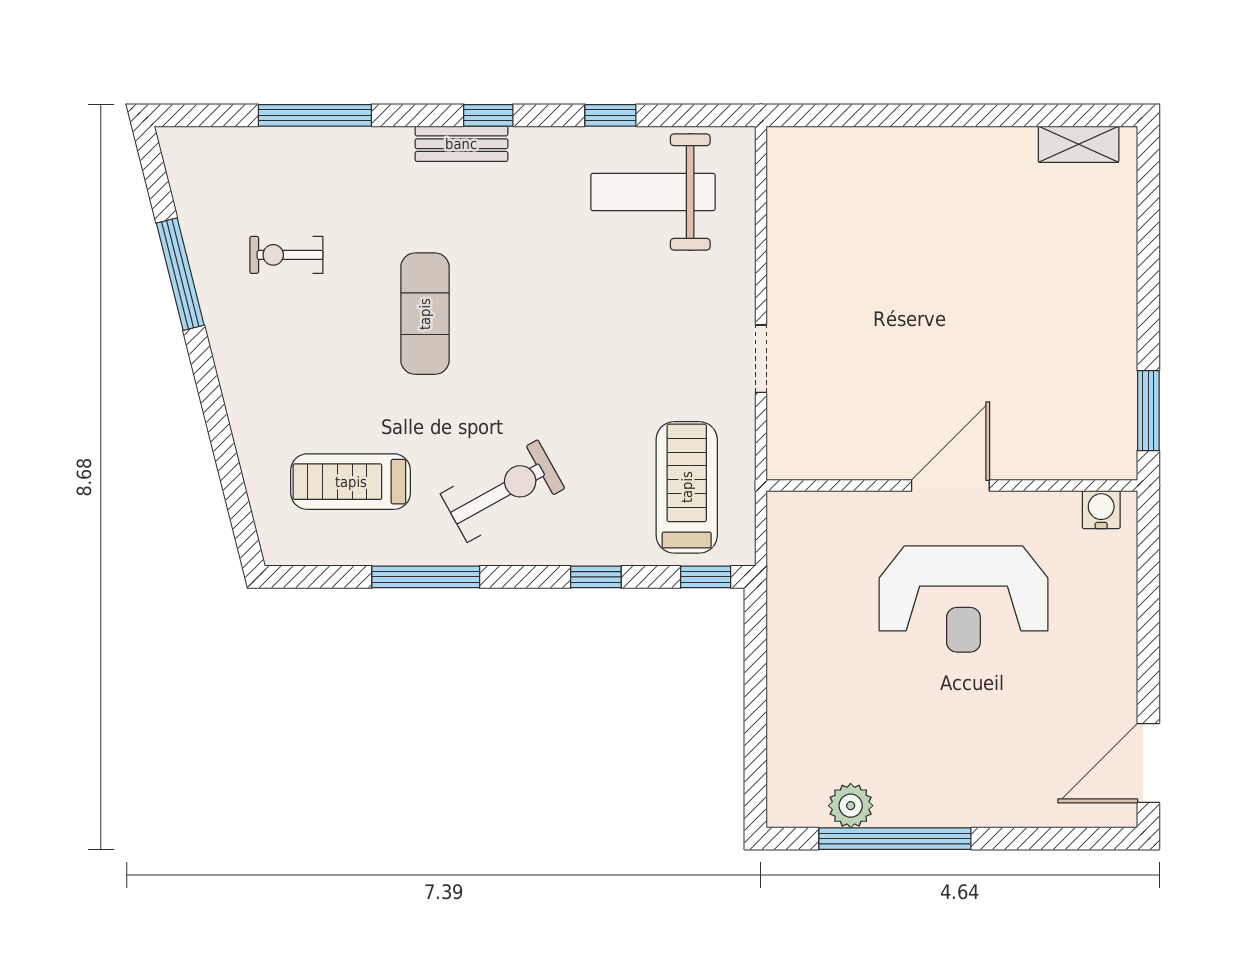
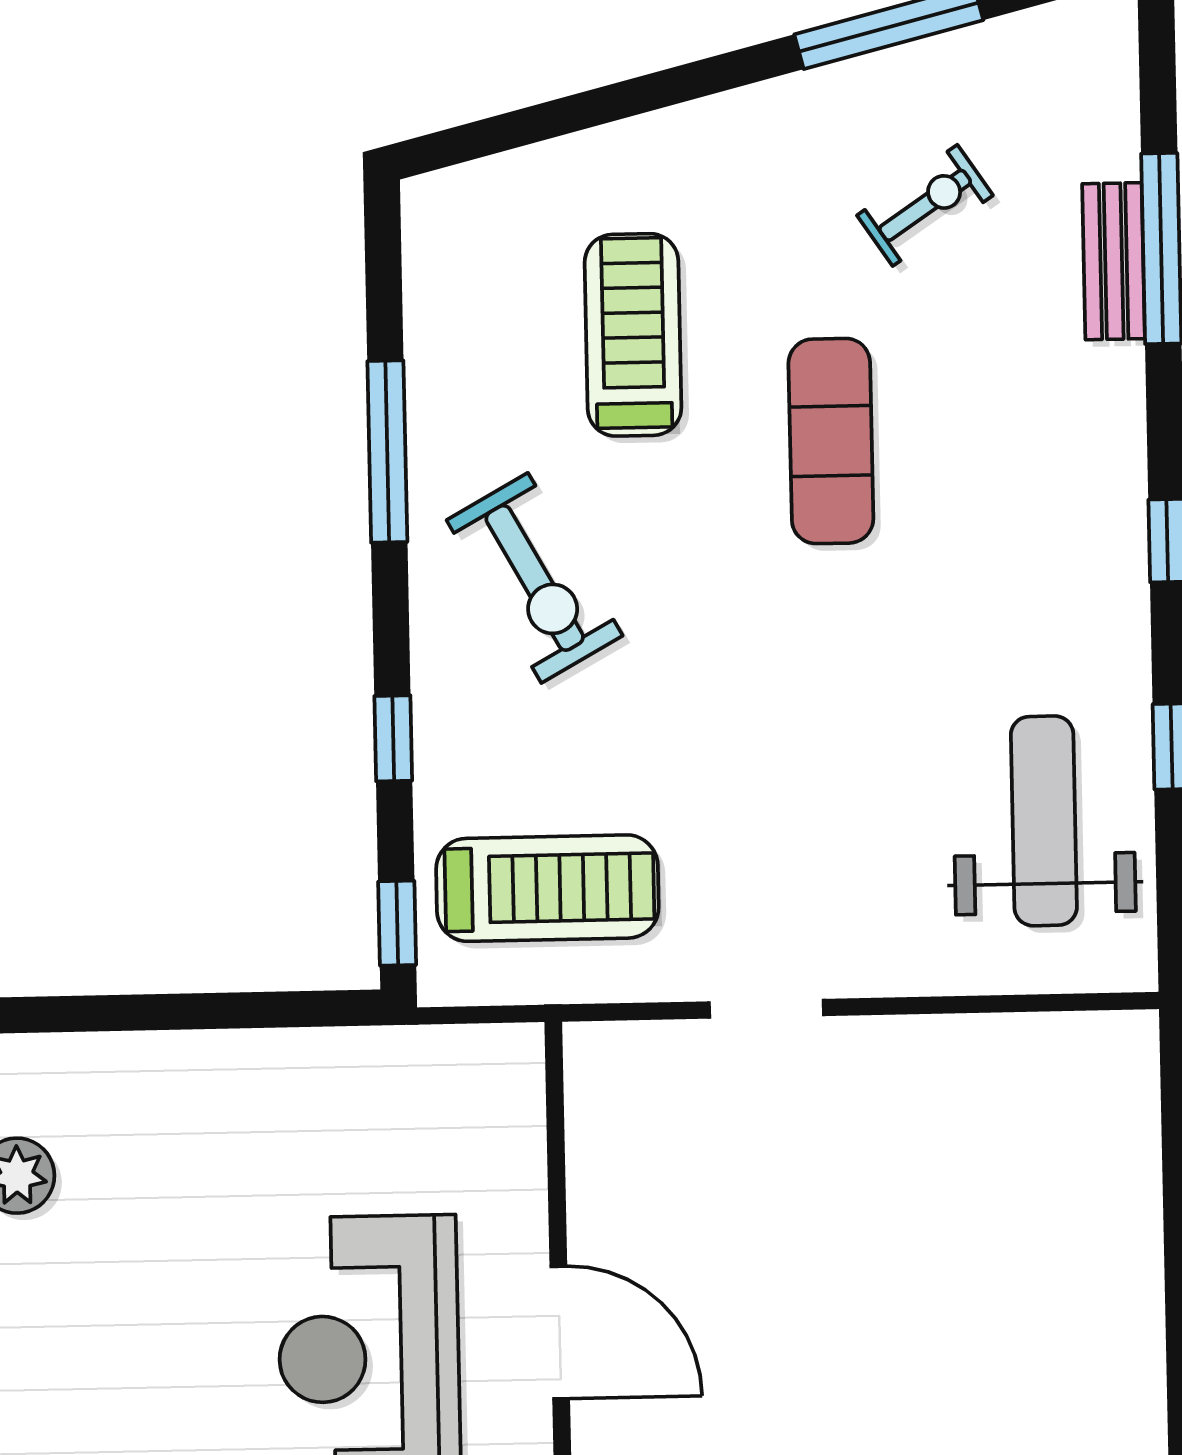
bench: (461, 144) -> (1114, 261), moved
exercise bike: (286, 255) -> (925, 205), turned 56
exercise mat: (425, 314) -> (831, 441), turned 90
treadmill: (351, 482) -> (633, 335), moved

